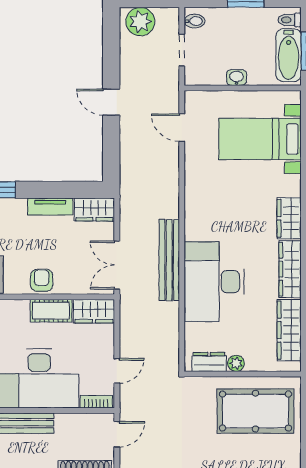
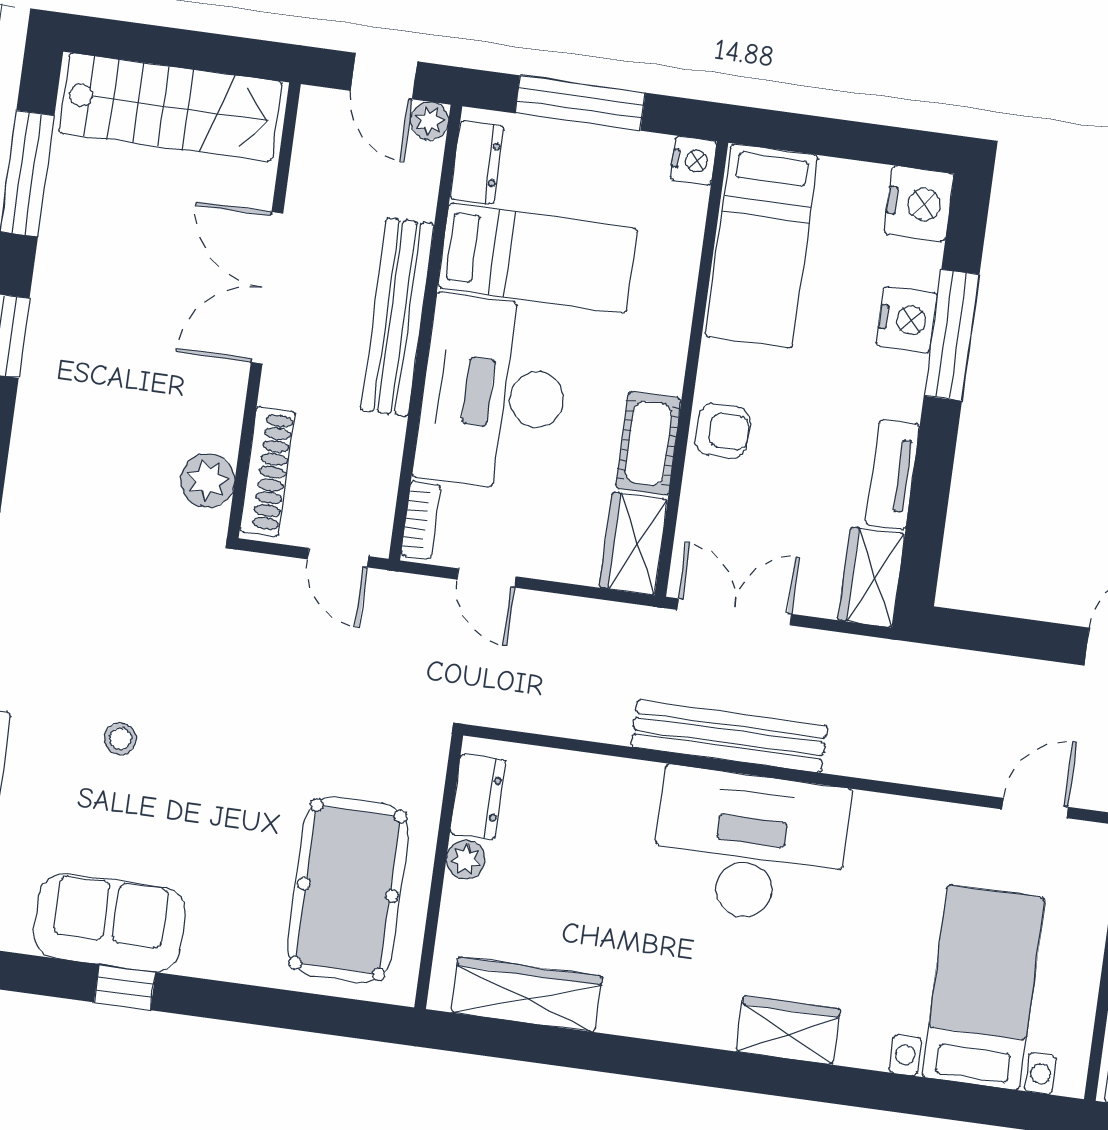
wardrobe: (290, 269) -> (669, 1016), removed
desk: (214, 282) -> (750, 846), moved

